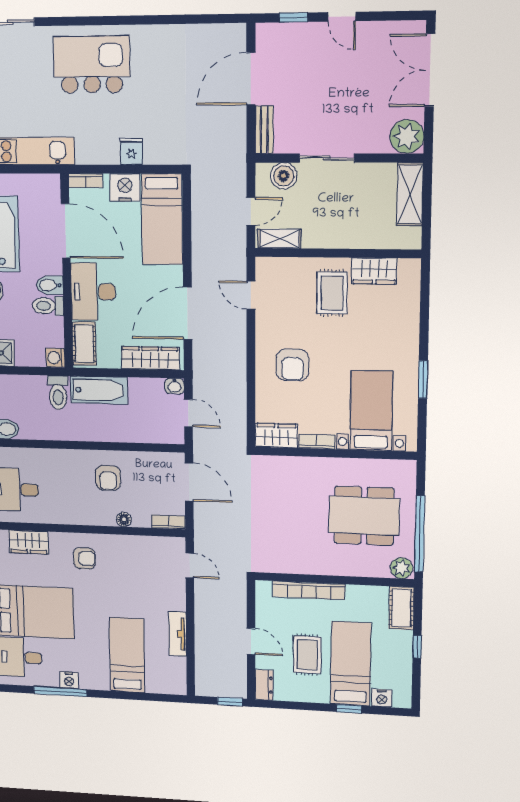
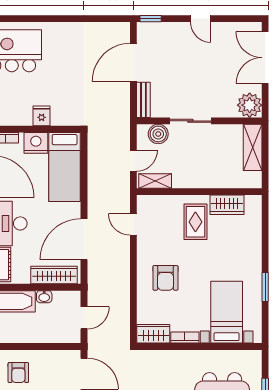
window: (293, 17) -> (151, 19), moved
washbasin: (175, 386) -> (44, 297), moved
door: (188, 413) -> (84, 318), hinge flipped

